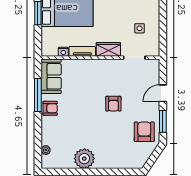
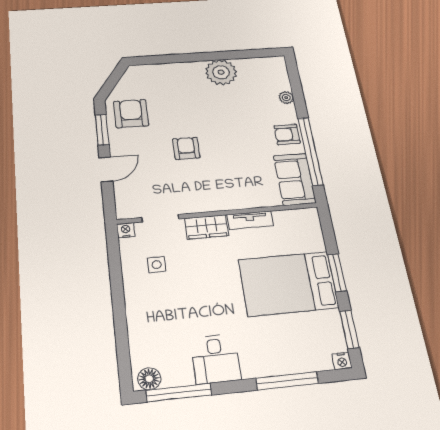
nightstand: (63, 52) -> (126, 230), moved
window: (38, 95) -> (310, 151), width x1.46
armchair: (144, 132) -> (131, 114), turned 180
plant: (46, 150) -> (286, 98), moved

